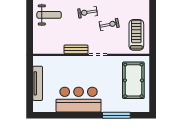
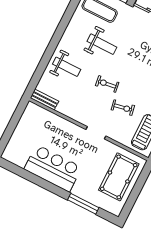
bench: (76, 49) -> (44, 100), moved
tv unit: (38, 83) -> (20, 130), removed

